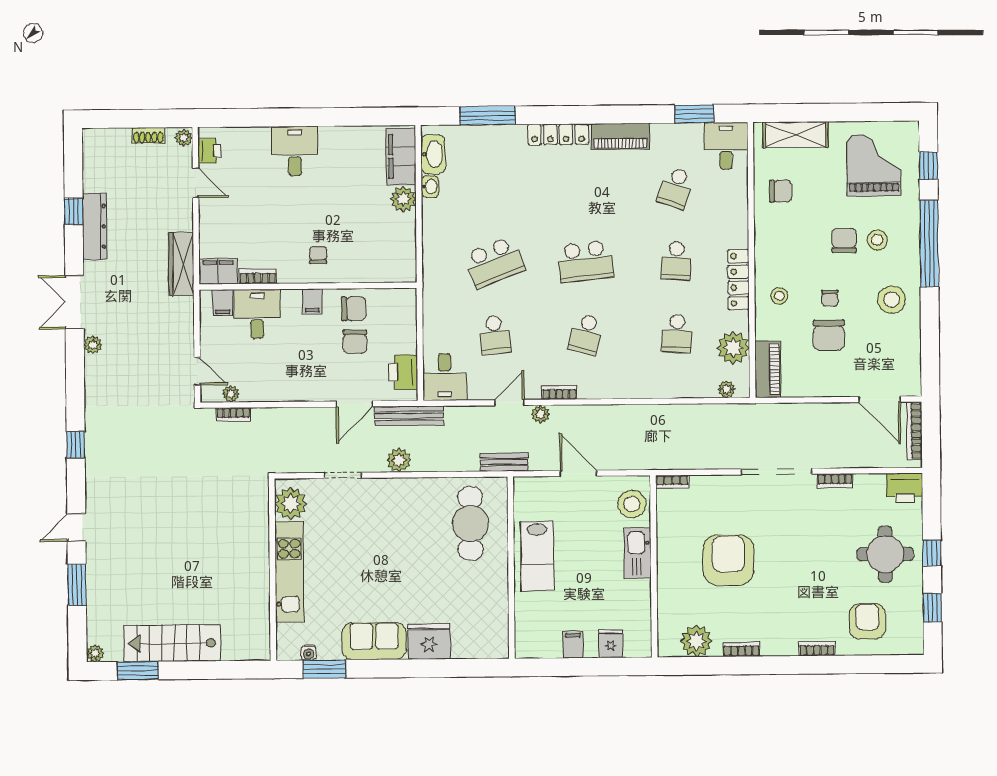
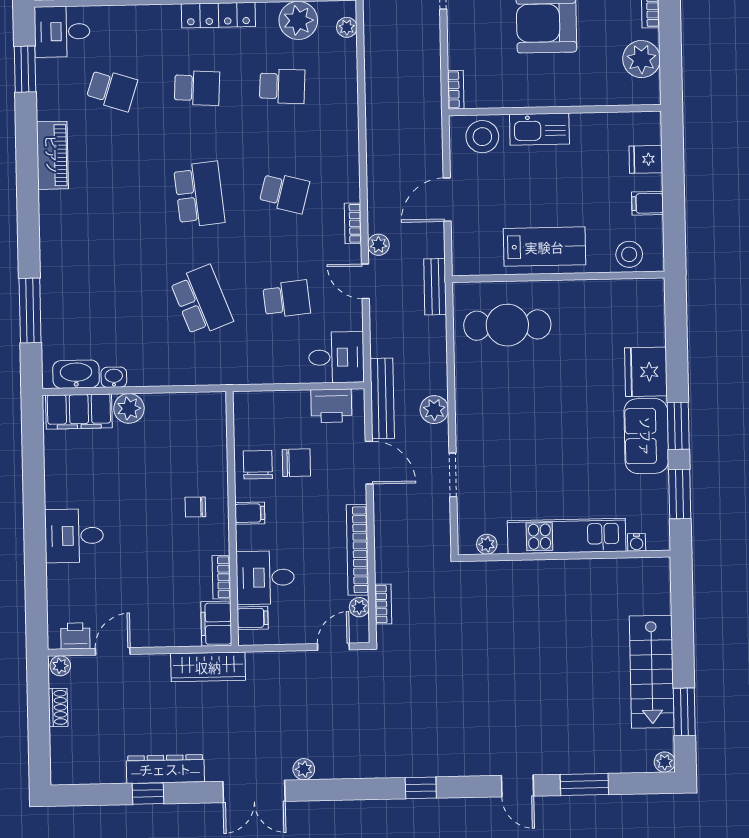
locker: (558, 134) -> (51, 228), removed
bookcase: (280, 393) -> (358, 550), added
plant: (291, 504) -> (487, 544), width x0.53, depth x0.53
stool: (530, 628) -> (629, 254), added
water cooler: (309, 653) -> (637, 542), moved, turned 90
window: (382, 669) -> (678, 426), added

